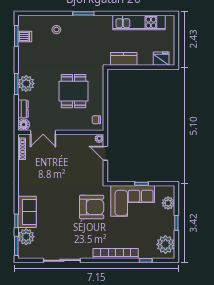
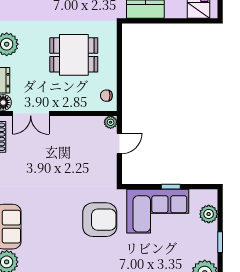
dining table: (73, 91) -> (74, 55), turned 90
door: (105, 153) -> (119, 143), swing flipped

